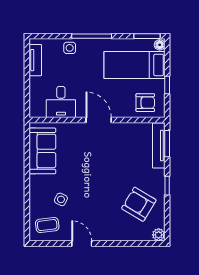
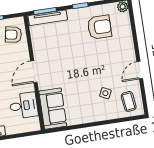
armchair: (145, 103) -> (13, 35), turned -79
sofa: (42, 151) -> (53, 109), moved, turned 90
armchair: (139, 204) -> (99, 27), turned -121

